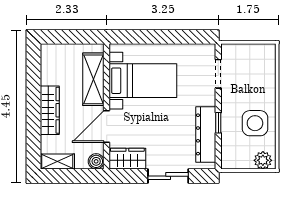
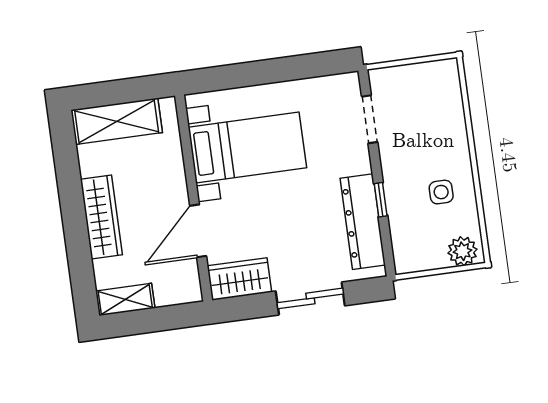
shelving: (93, 79) -> (117, 121), moved, turned 90
side table: (255, 123) -> (441, 192), width x0.54, depth x0.54
boiler: (96, 161) -> (189, 290), removed

